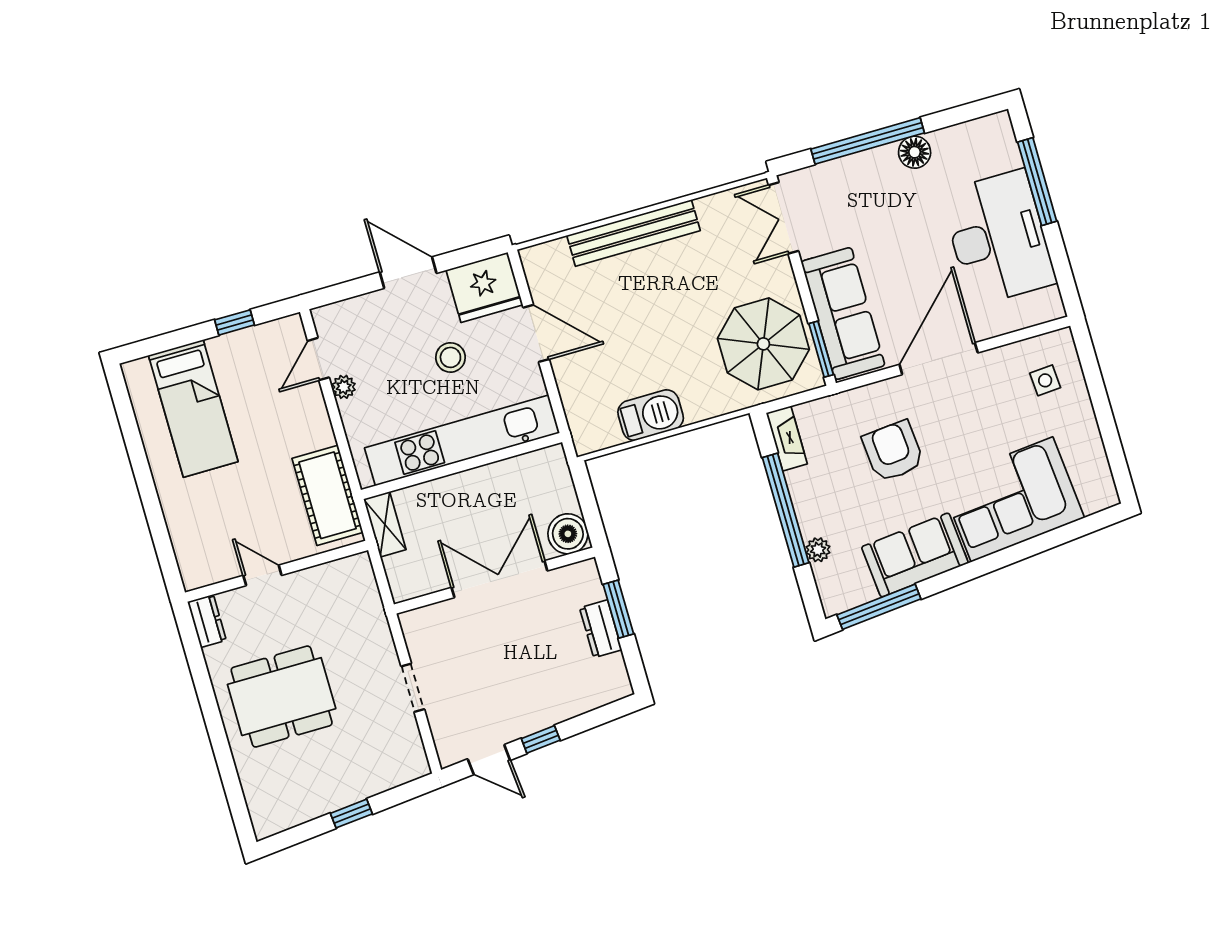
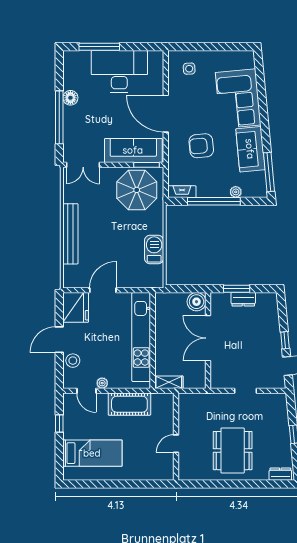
stool: (450, 357) -> (73, 361), moved
cot: (328, 495) -> (129, 404), moved
dresser: (207, 621) -> (280, 474), moved

